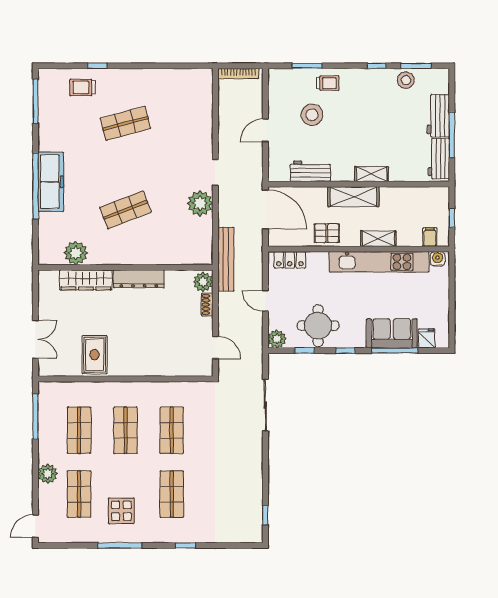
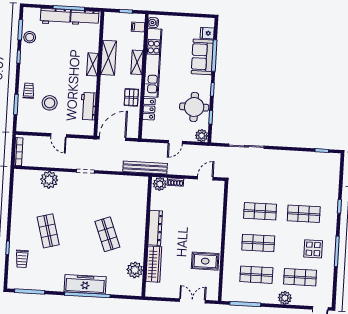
shelving: (354, 197) -> (108, 58), moved
plant: (200, 203) -> (49, 180), moved
locker: (290, 260) -> (149, 109), moved

